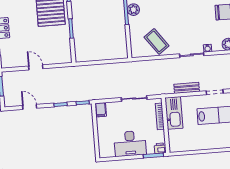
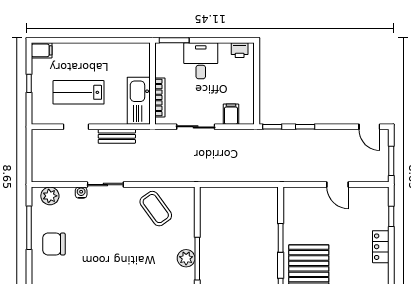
door: (30, 107) -> (369, 127), moved
filing cabinet: (101, 110) -> (231, 114), moved
desk: (130, 144) -> (201, 61), width x0.73
printer: (160, 148) -> (240, 50), moved

